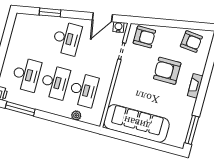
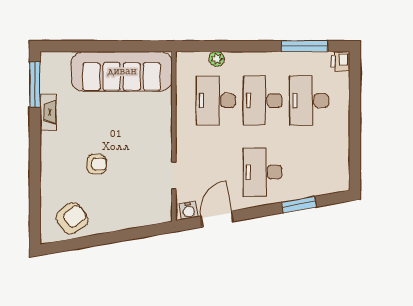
armchair: (144, 37) -> (145, 206), removed
armchair: (191, 42) -> (72, 218), turned 137
armchair: (167, 71) -> (97, 164), width x0.53, depth x0.53
fireplace: (195, 86) -> (48, 112), moved

